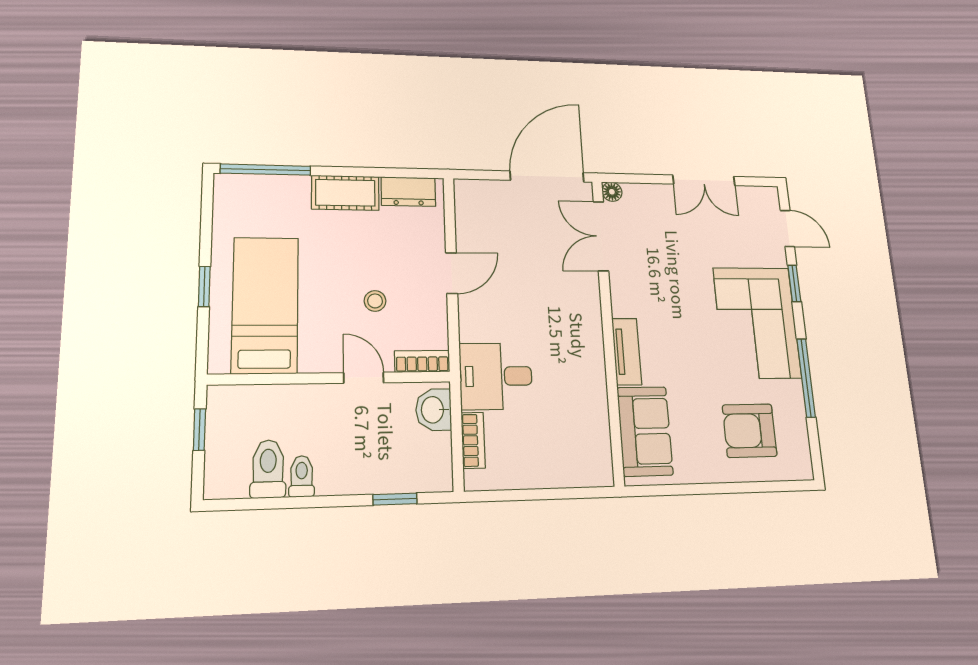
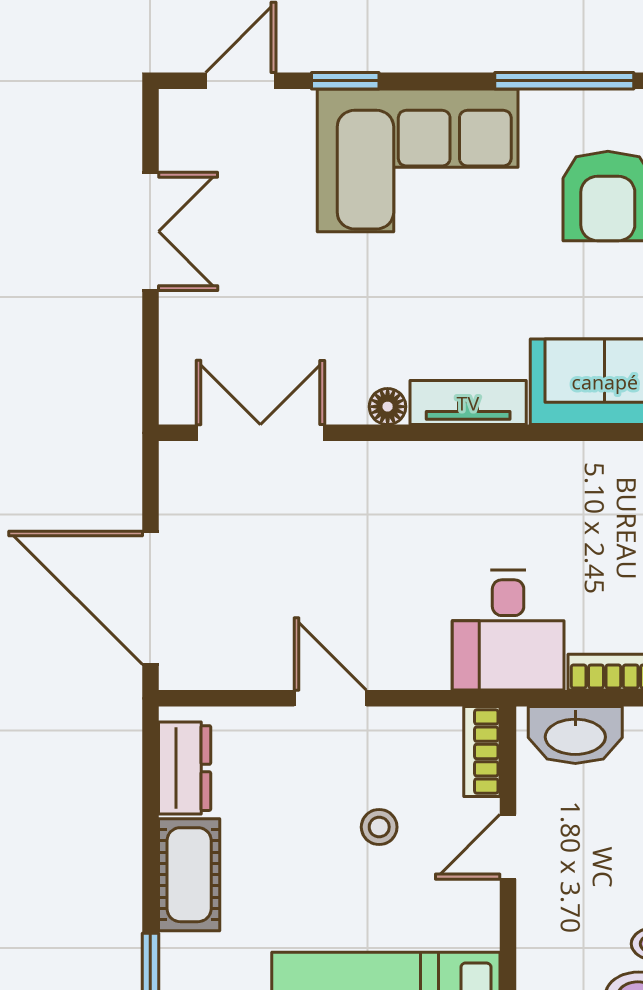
door: (547, 176) -> (150, 598), moved
floor lamp: (612, 192) -> (388, 407), moved
double door: (601, 236) -> (260, 433), swing flipped
window: (806, 378) -> (564, 81), moved
washbasin: (433, 410) -> (575, 735), width x1.38

